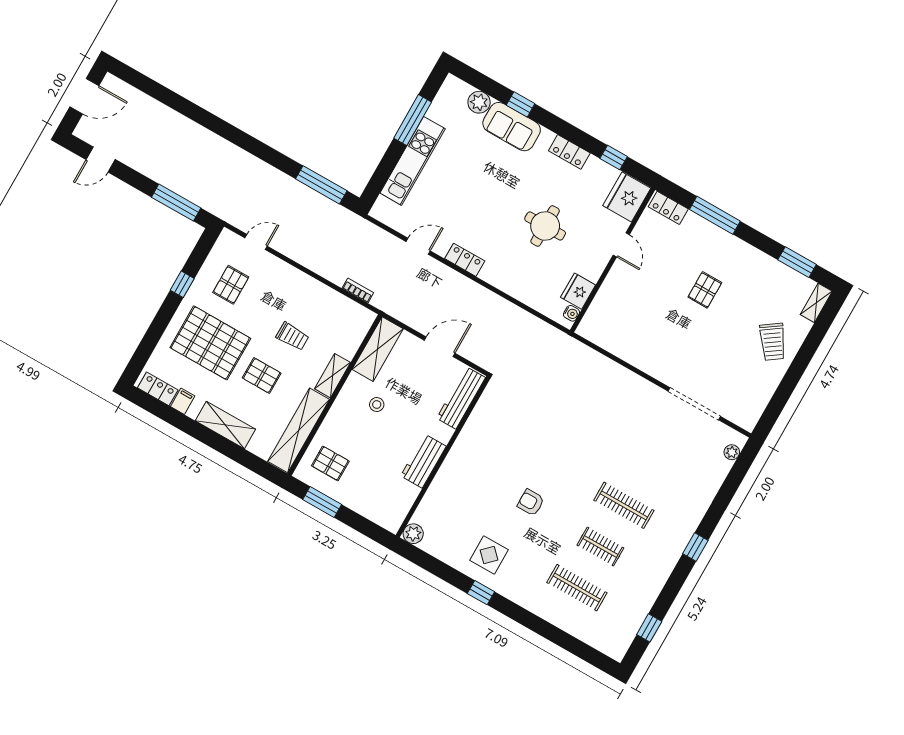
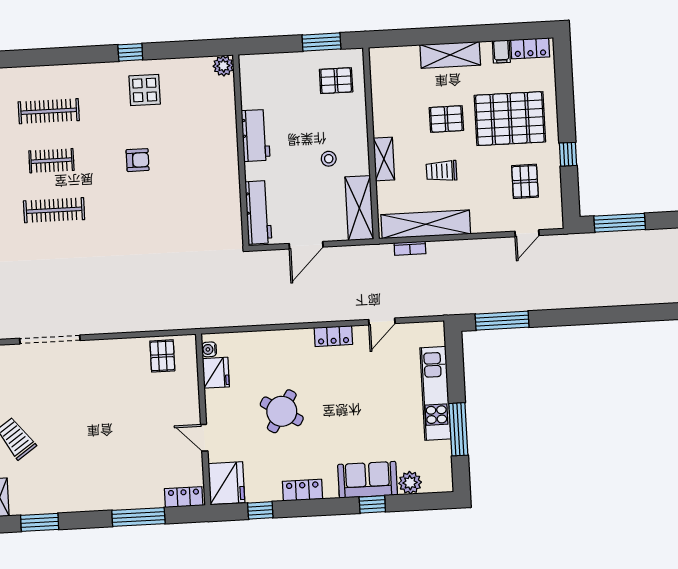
round table: (545, 226) -> (282, 411), turned 31
pallet: (705, 290) -> (162, 356), moved
shelving: (299, 430) -> (426, 224), moved, turned 90

